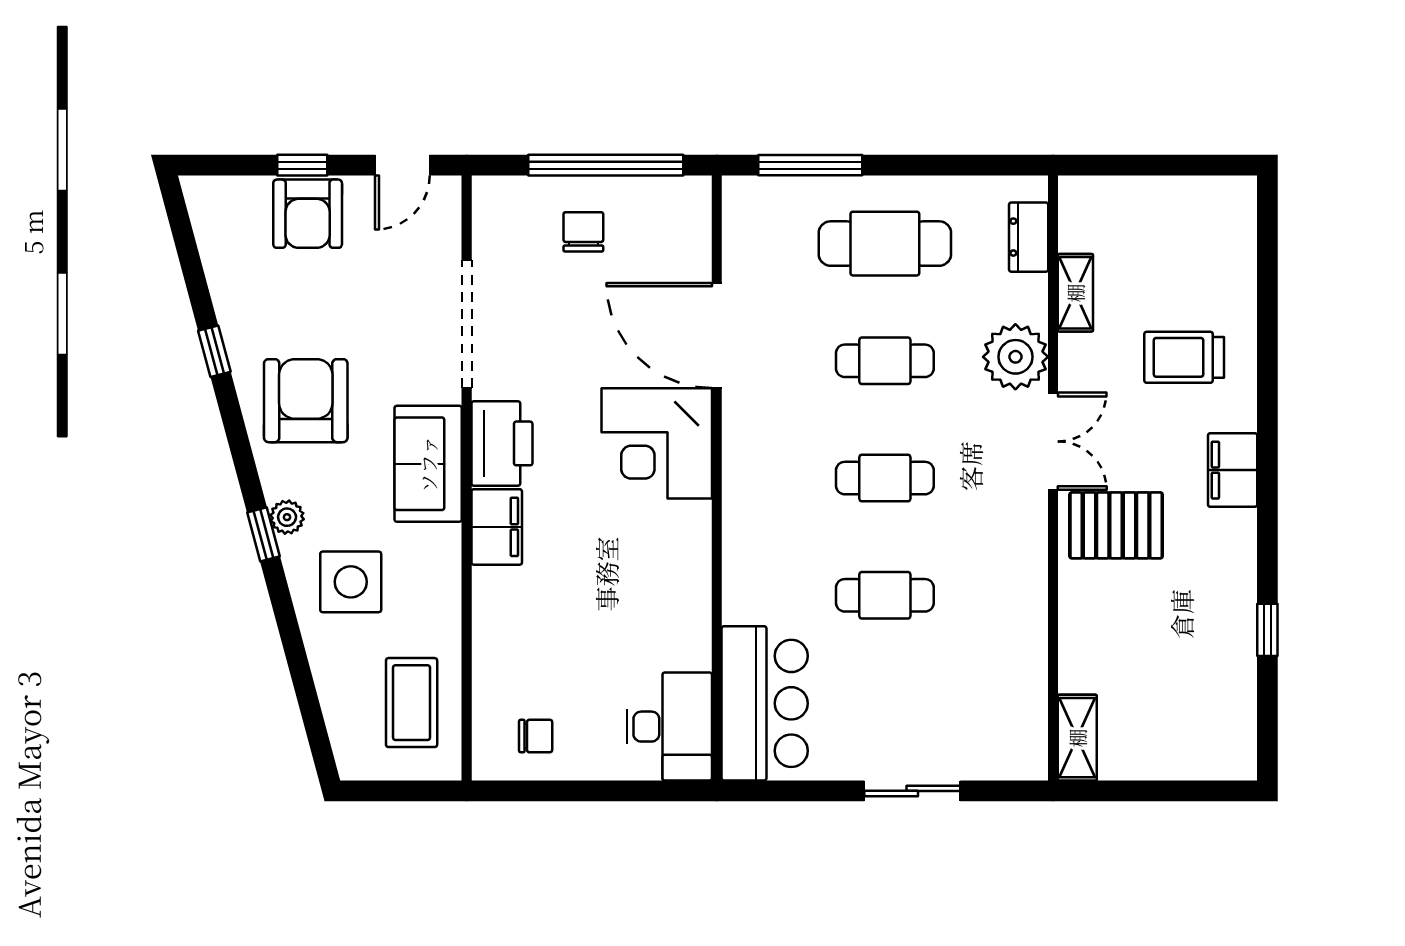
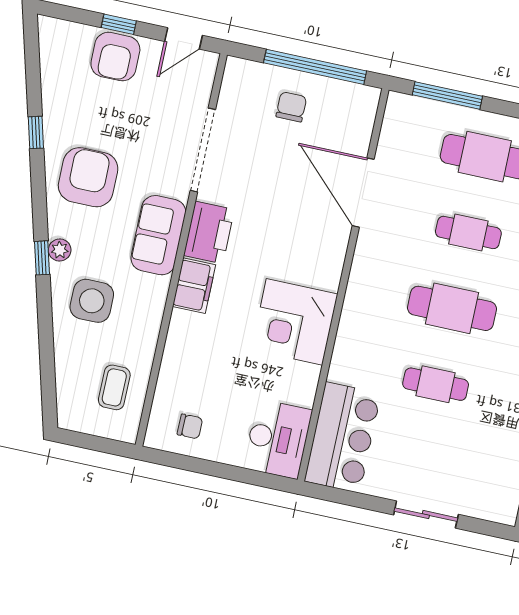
corner desk: (657, 443) -> (294, 322), moved
cafe table: (885, 478) -> (452, 308), width x1.37, depth x1.35
coffee table: (412, 703) -> (114, 387), width x0.73, depth x0.77

